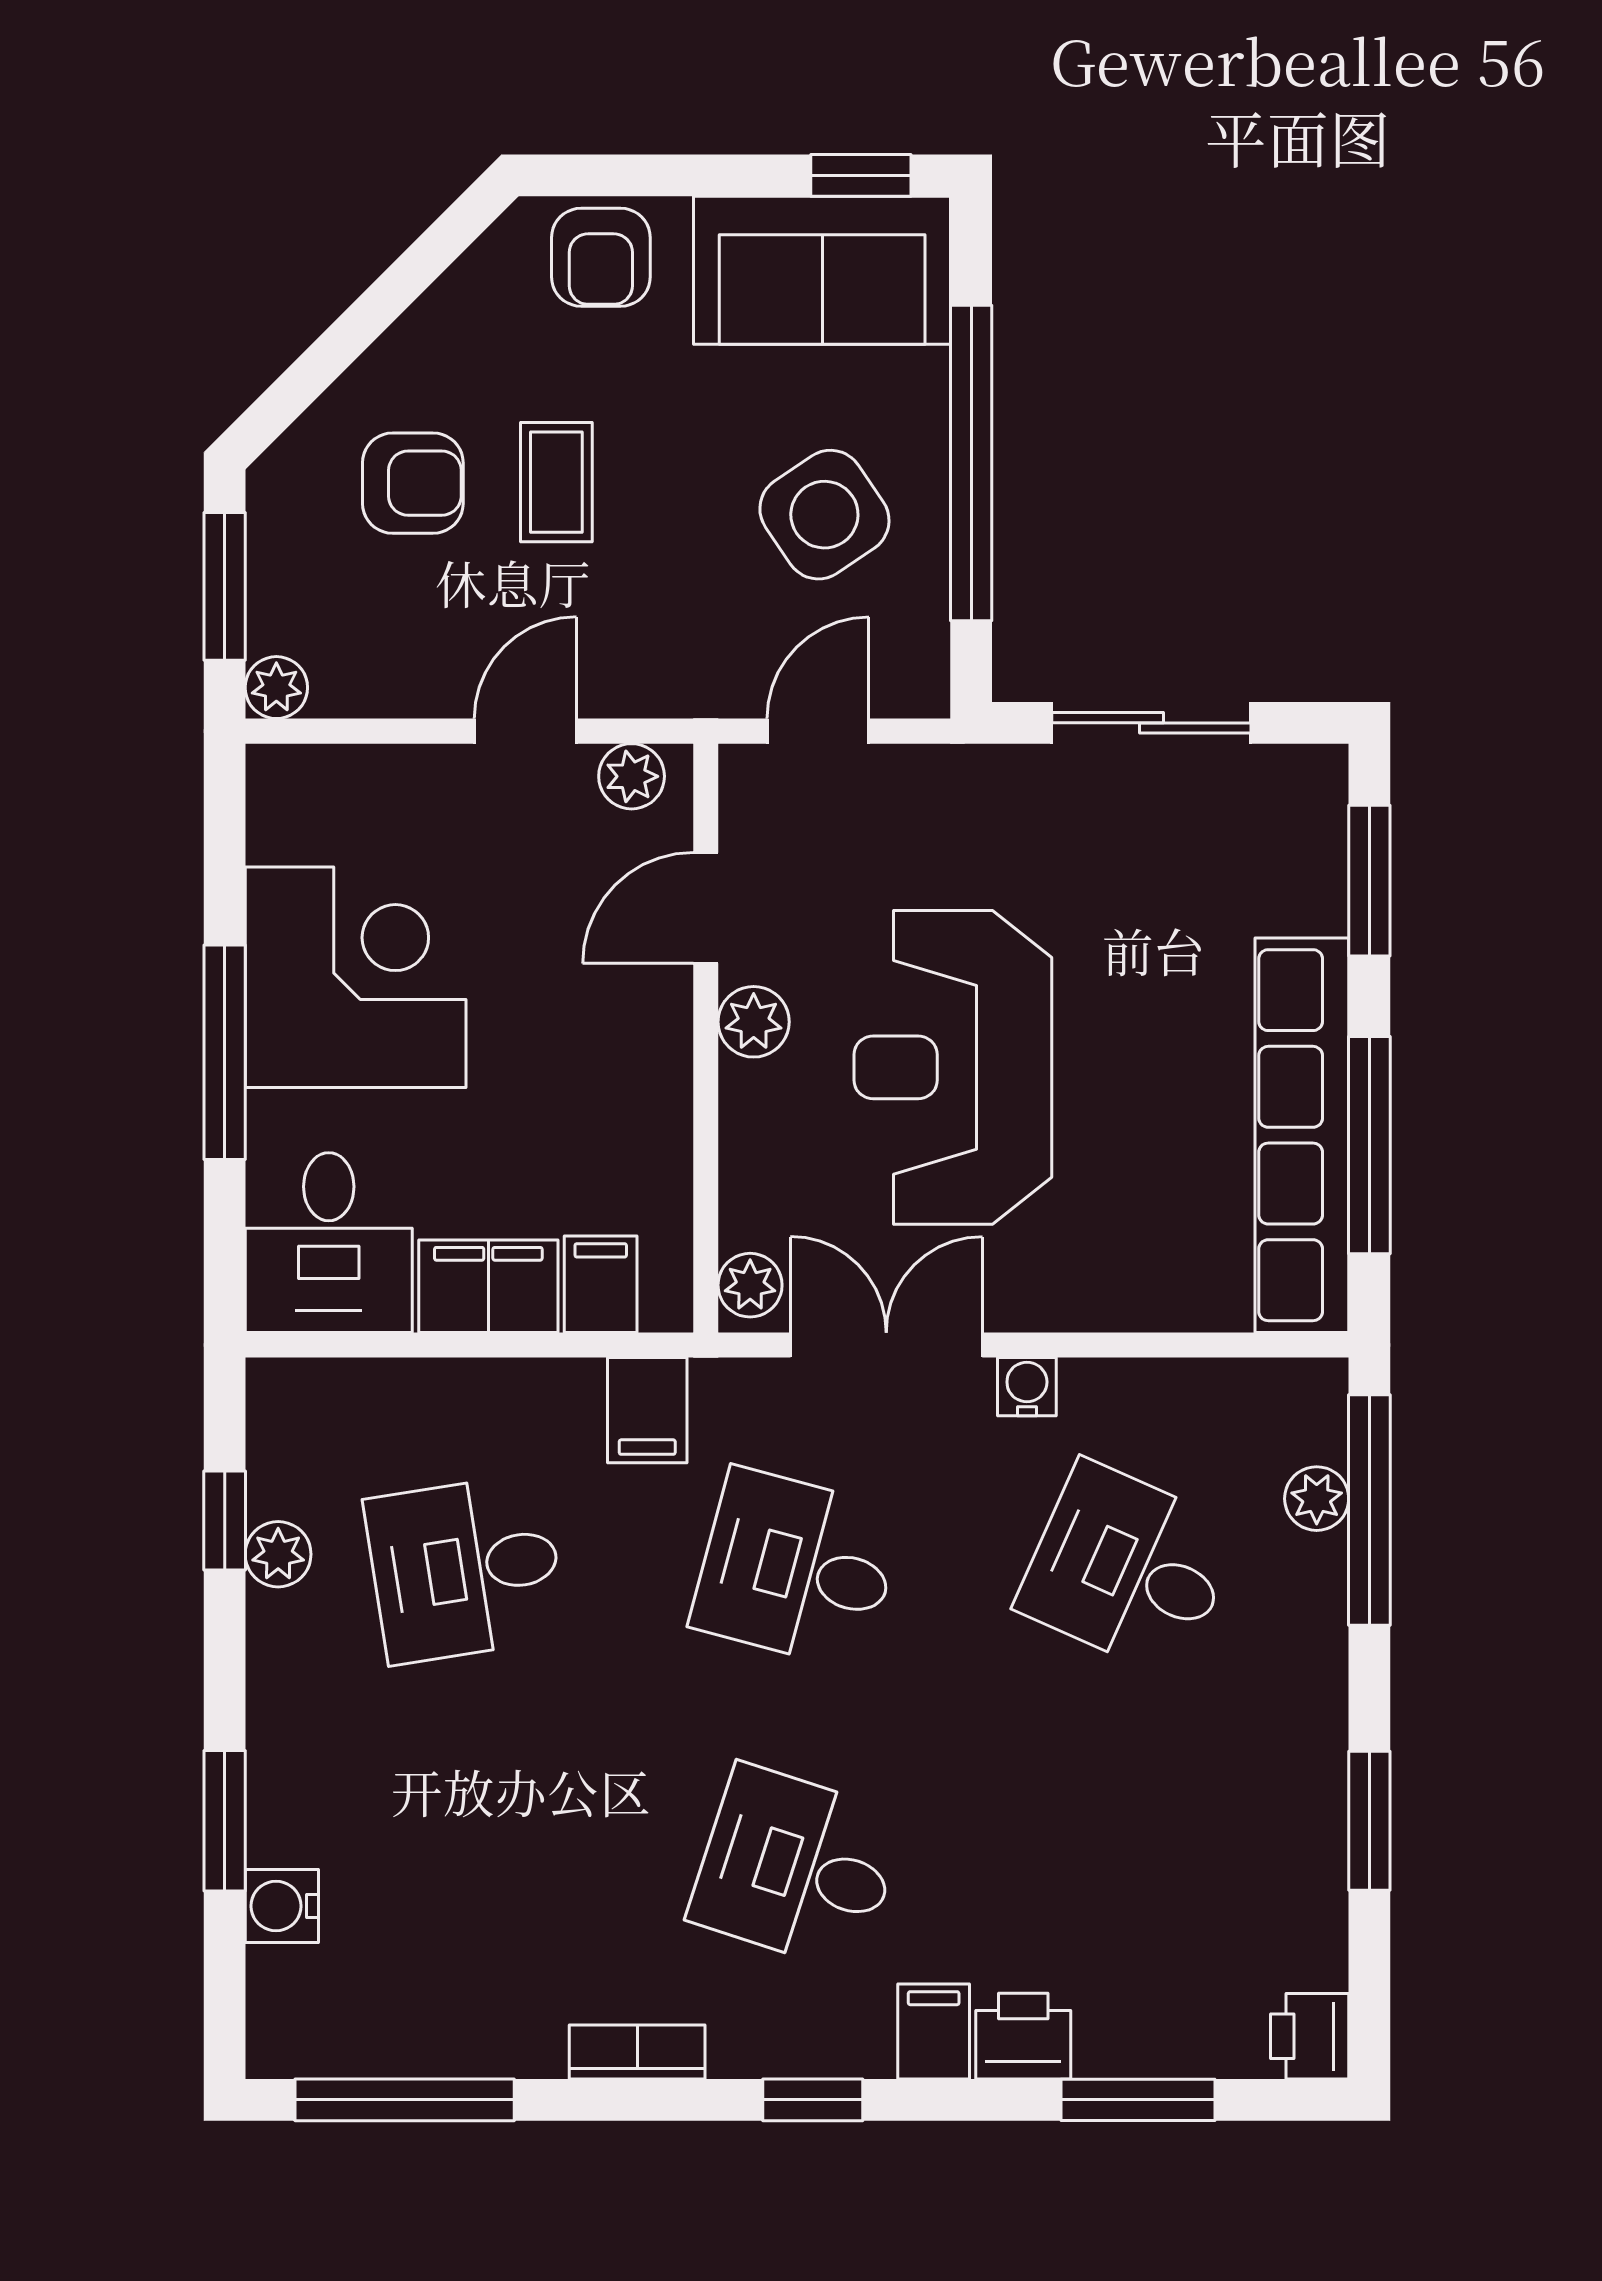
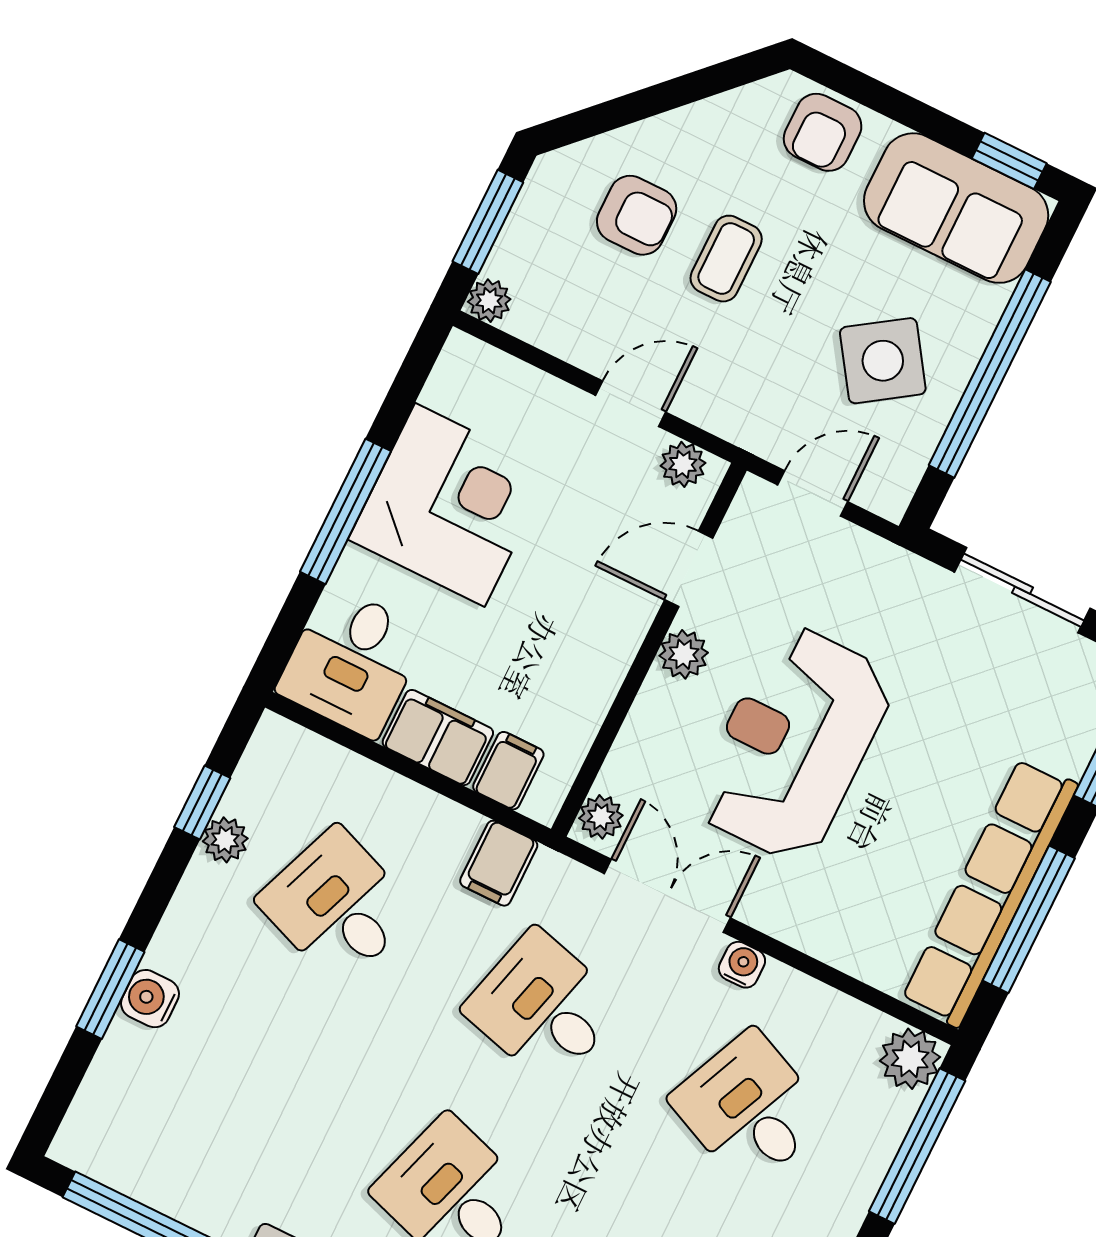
plant: (1317, 1499) -> (910, 1059), moved, width x1.38, depth x1.38
desk: (466, 1569) -> (337, 906), turned 30
water cooler: (282, 1906) -> (150, 999), moved

